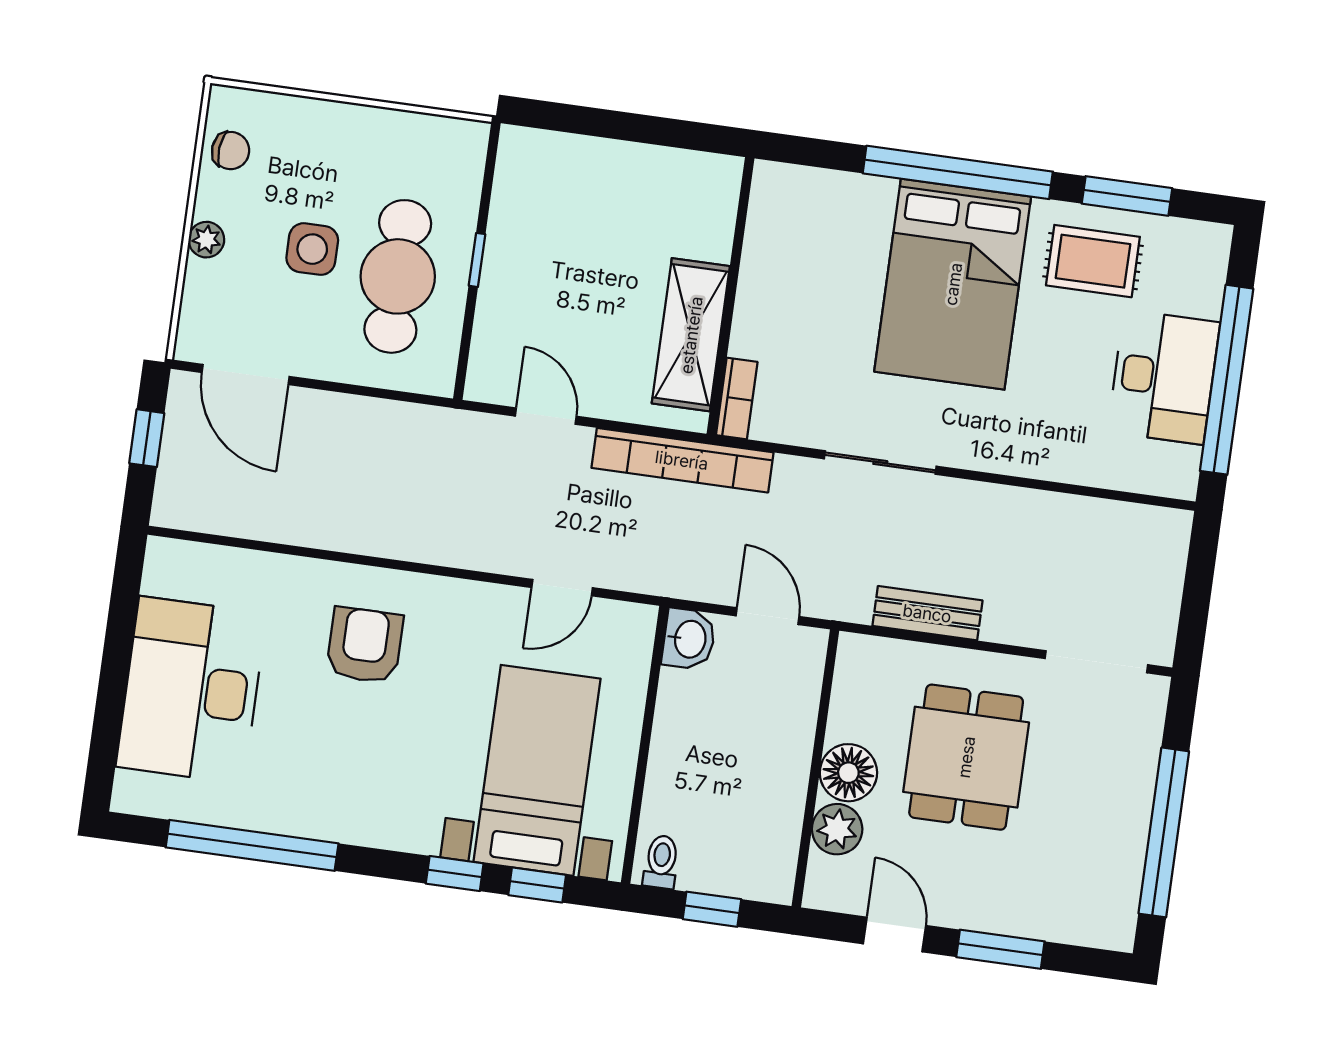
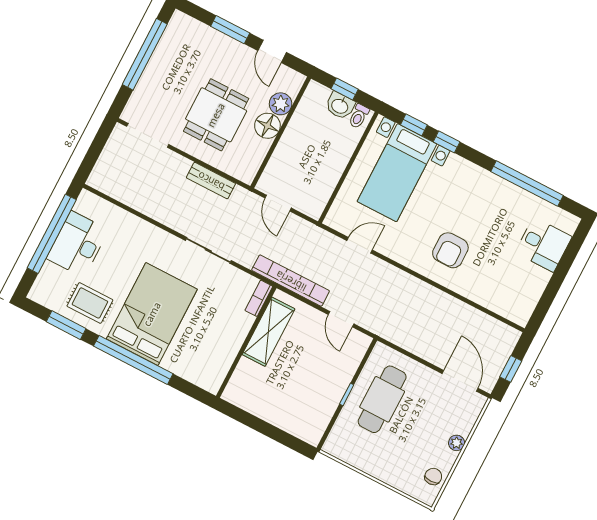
chair: (231, 151) -> (433, 476), turned 85
side table: (312, 249) -> (414, 423), removed
washbasin: (689, 639) -> (340, 106), moved, turned -90
desk: (191, 690) -> (543, 245), width x0.53, depth x0.77

